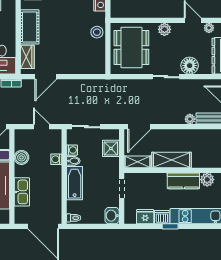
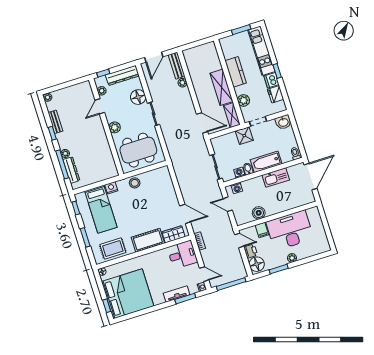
door: (41, 127) -> (228, 204), hinge flipped
shower: (111, 148) -> (244, 136), moved
washing machine: (56, 159) -> (237, 188), moved
plant: (207, 180) -> (244, 100), moved
kitchen sink: (22, 192) -> (276, 177), moved, turned 180

